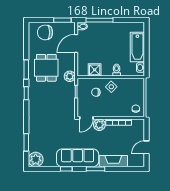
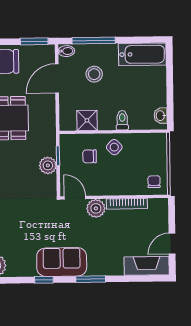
stool: (99, 41) -> (94, 74), added
bathtub: (137, 47) -> (142, 54), moved, turned -90
plant: (70, 76) -> (48, 165), moved
door: (86, 118) -> (75, 198), swing flipped
sofa: (78, 158) -> (62, 262), width x0.73
fireplace: (113, 161) -> (147, 266), moved

